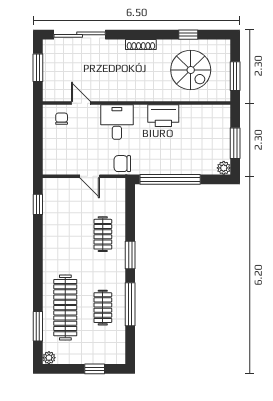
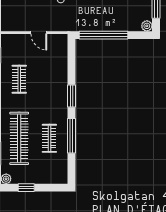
chair: (122, 164) -> (65, 22), removed
clothes rail: (103, 234) -> (19, 79), moved
window: (95, 369) -> (26, 188), moved

